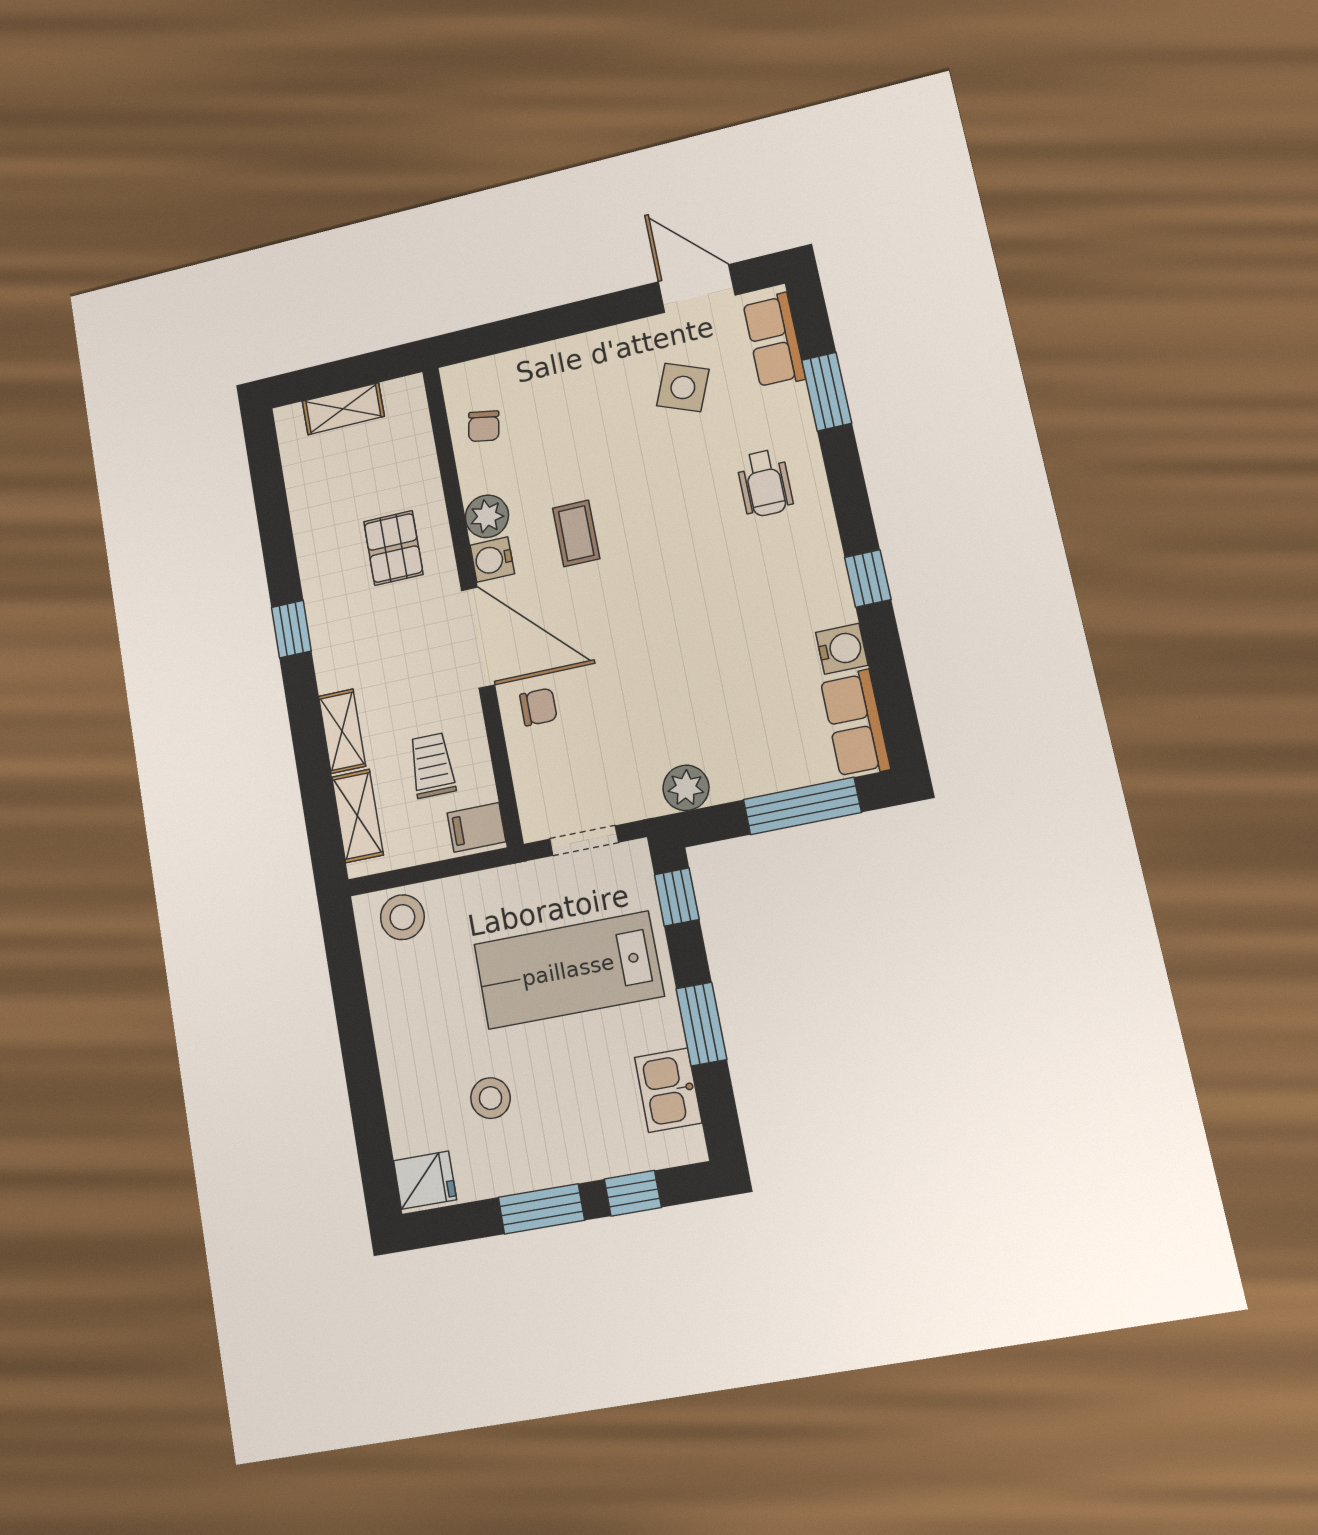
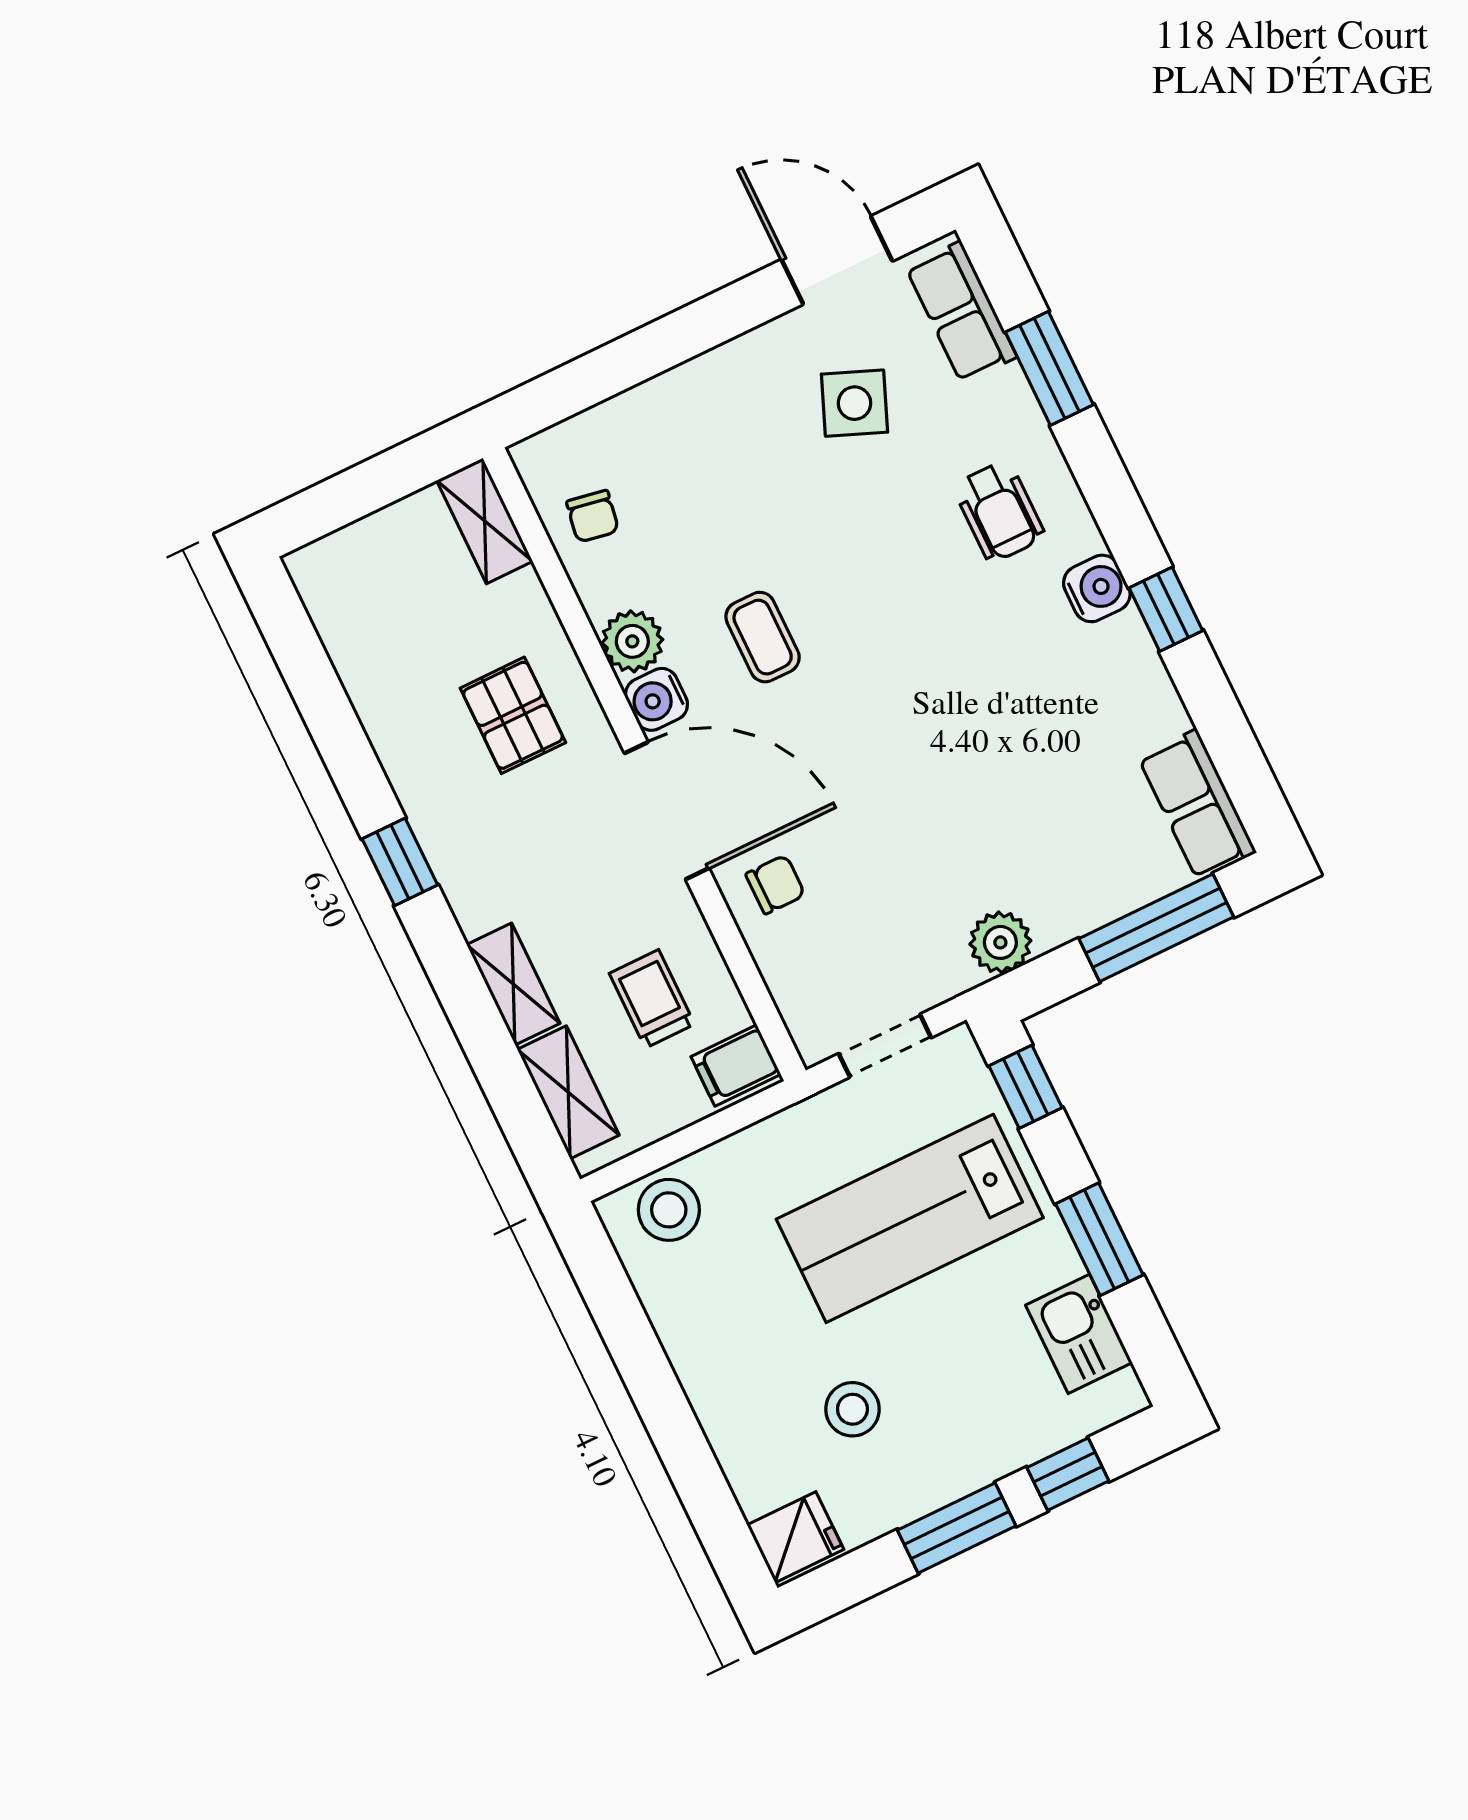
shelving: (343, 409) -> (485, 521), moved, turned 90
water cooler: (842, 649) -> (1097, 588), moved

